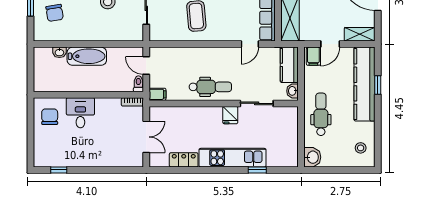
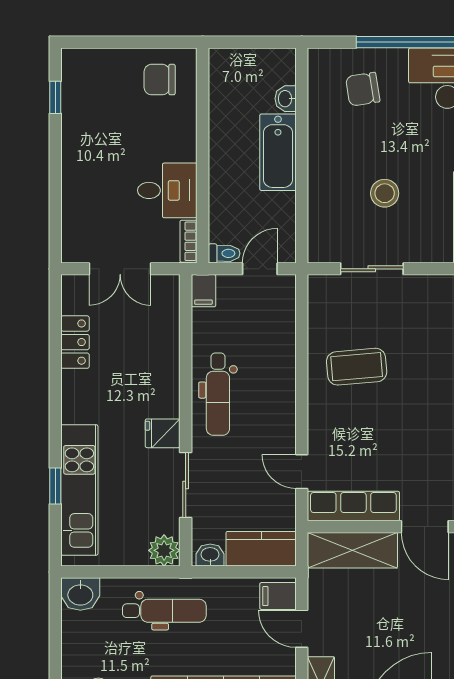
desk: (80, 113) -> (167, 190), moved
plant: (290, 114) -> (164, 550), added
chair: (50, 117) -> (160, 80), turned 180
kitchen unit: (233, 158) -> (79, 490), moved

